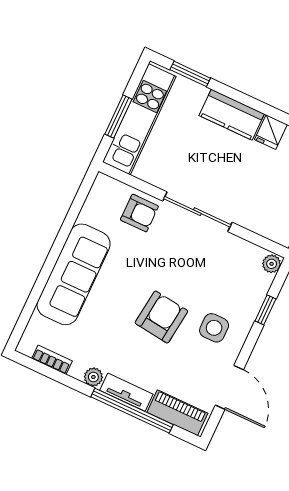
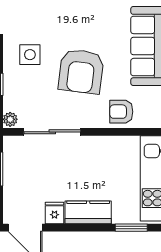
sliding door: (197, 212) -> (52, 132), moved
armchair: (161, 317) -> (81, 71), moved, width x1.36, depth x1.36

